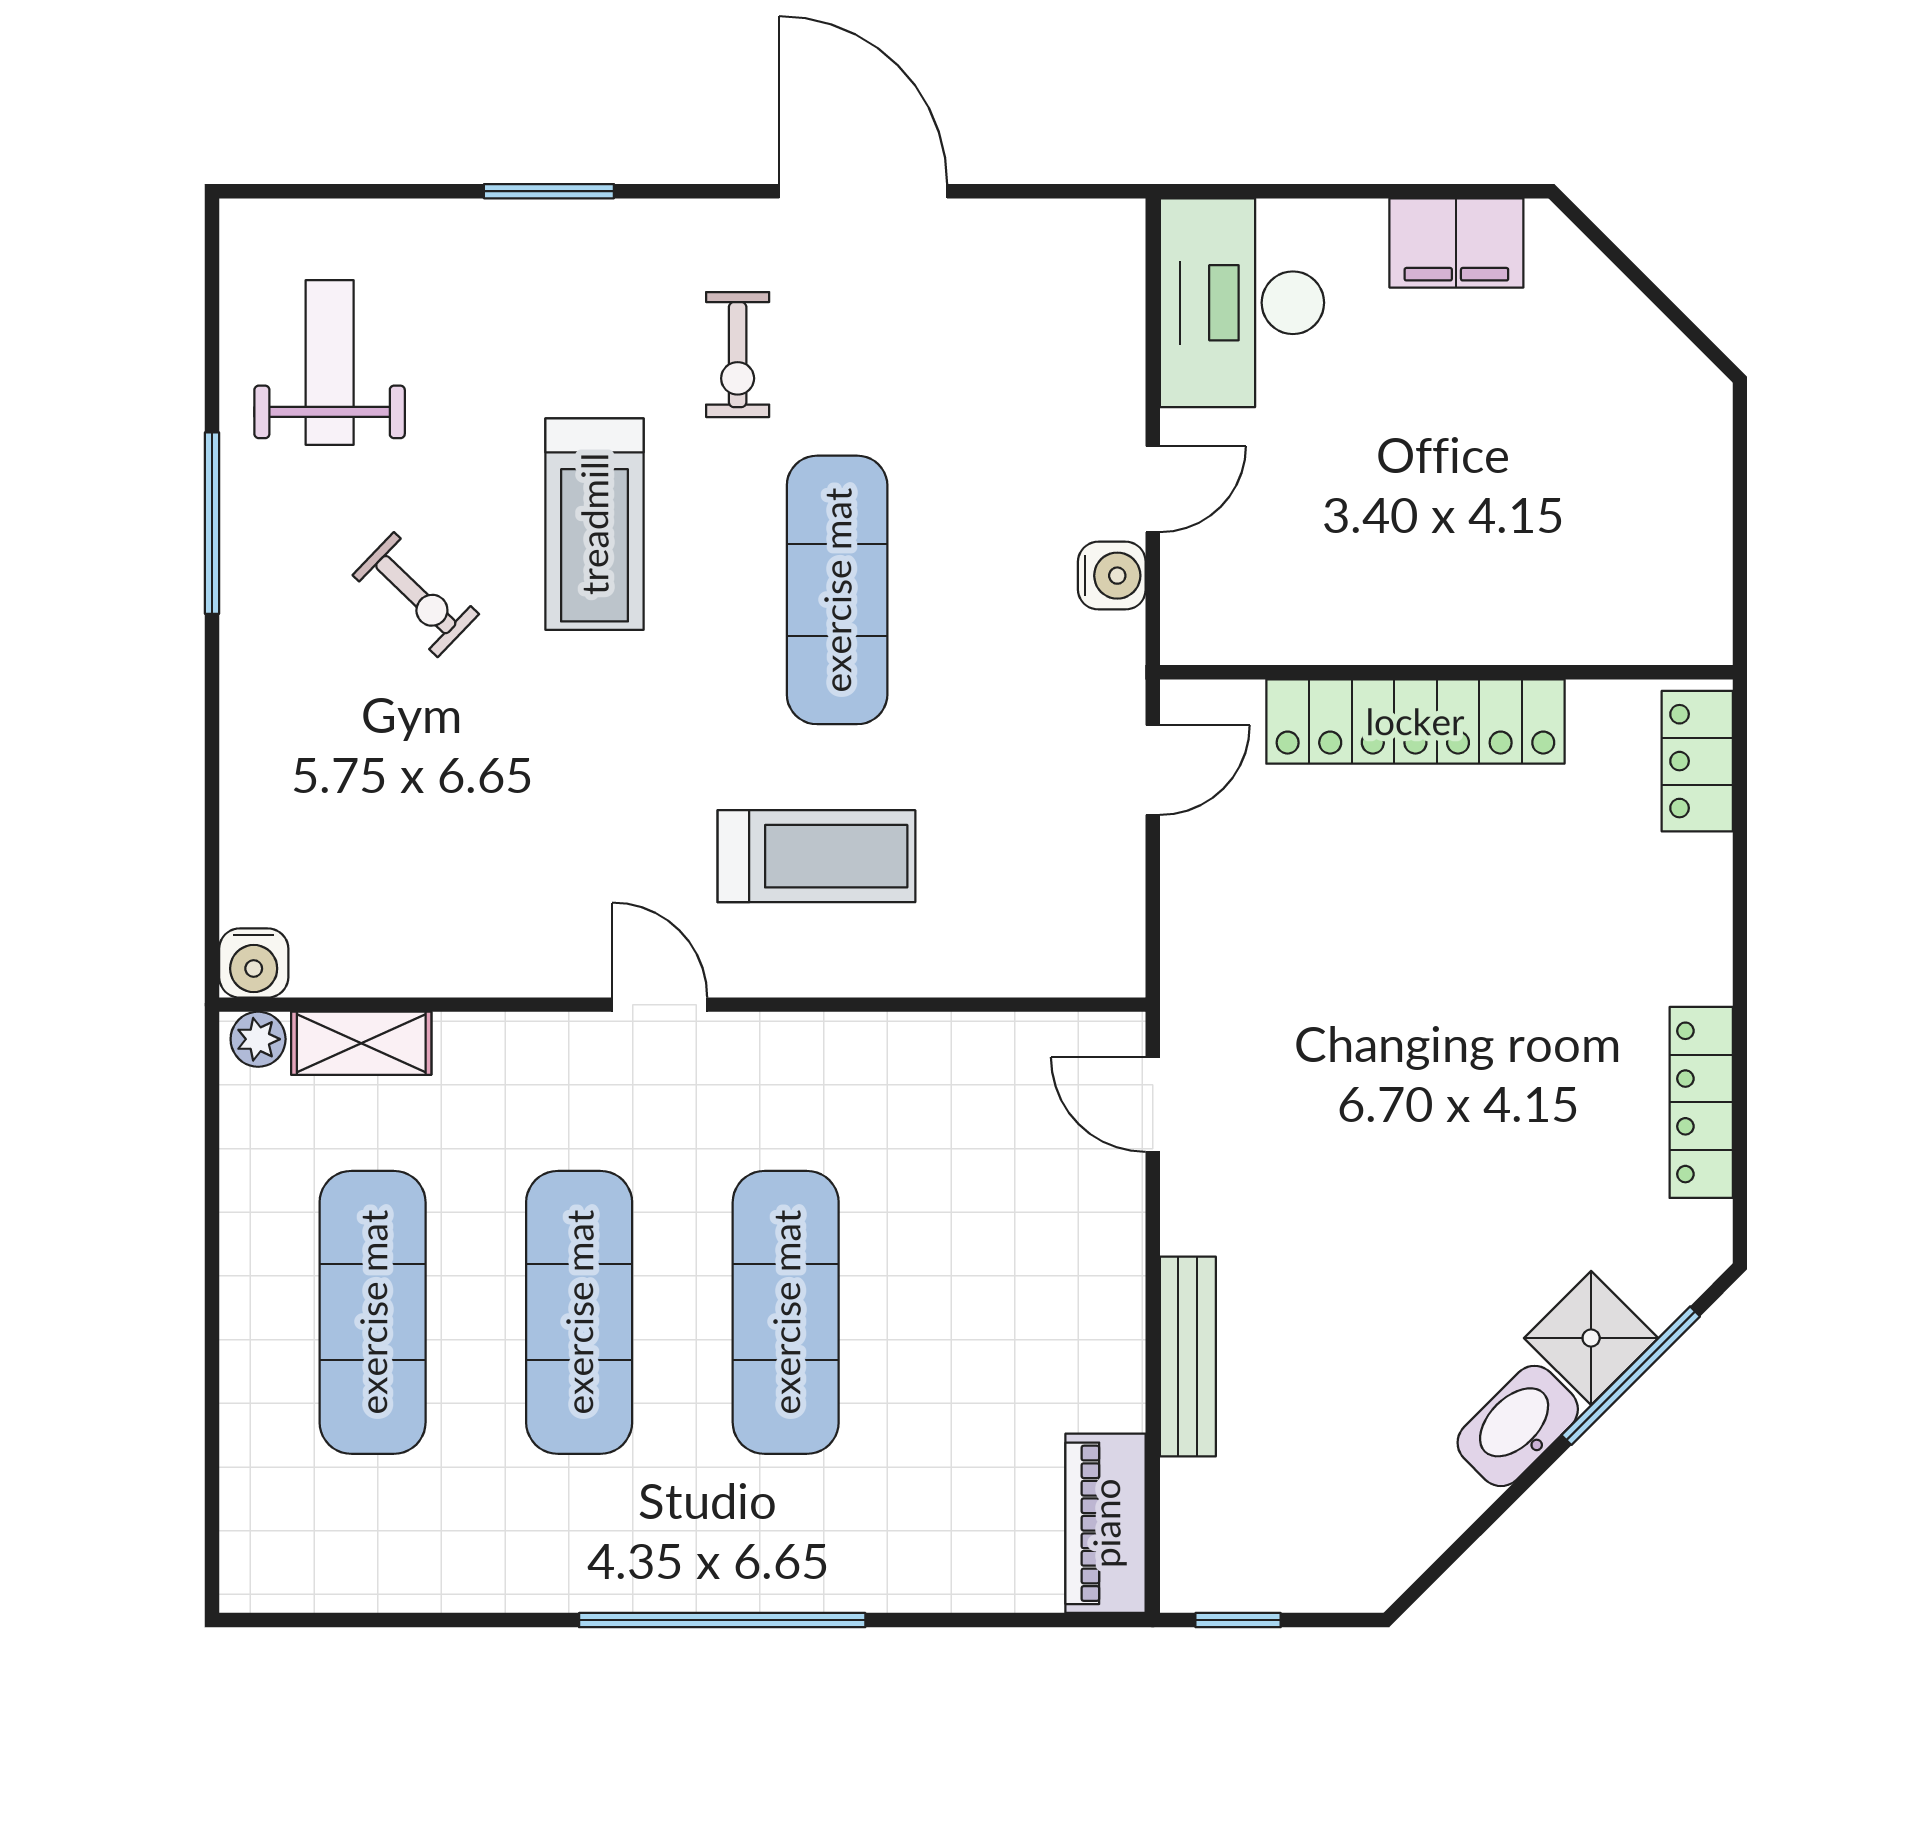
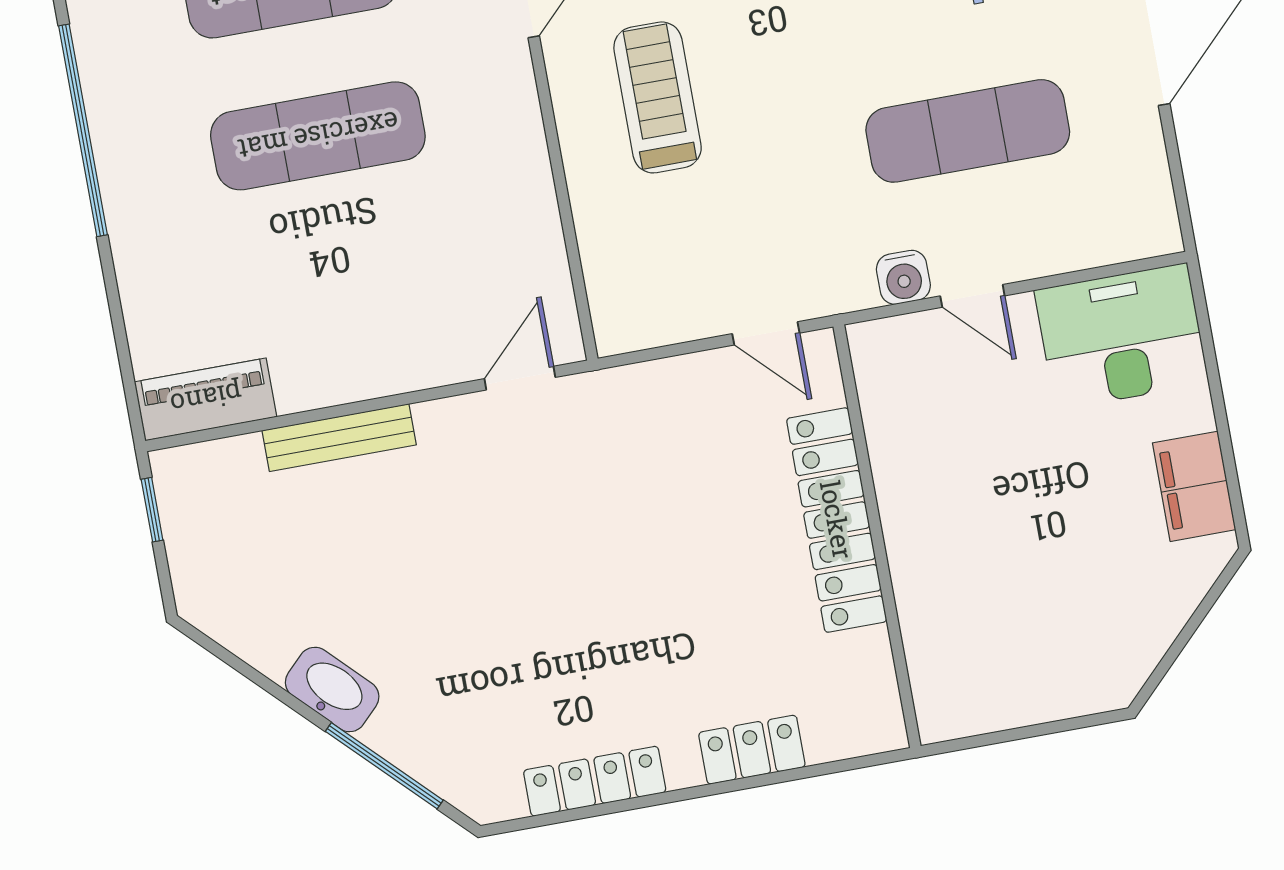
exercise mat: (837, 590) -> (968, 131), moved
locker: (1697, 761) -> (752, 750), moved
treadmill: (816, 856) -> (658, 97), turned 180
shower: (1591, 1338) -> (407, 732), removed

